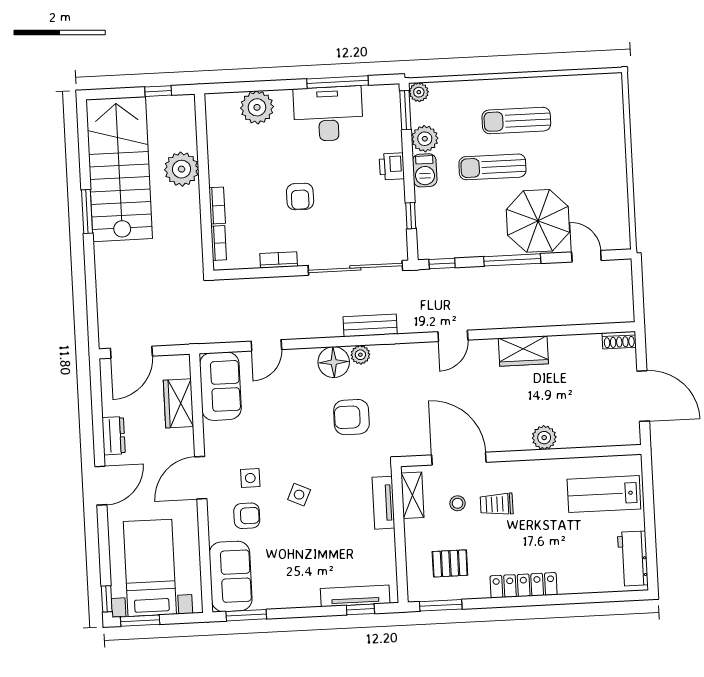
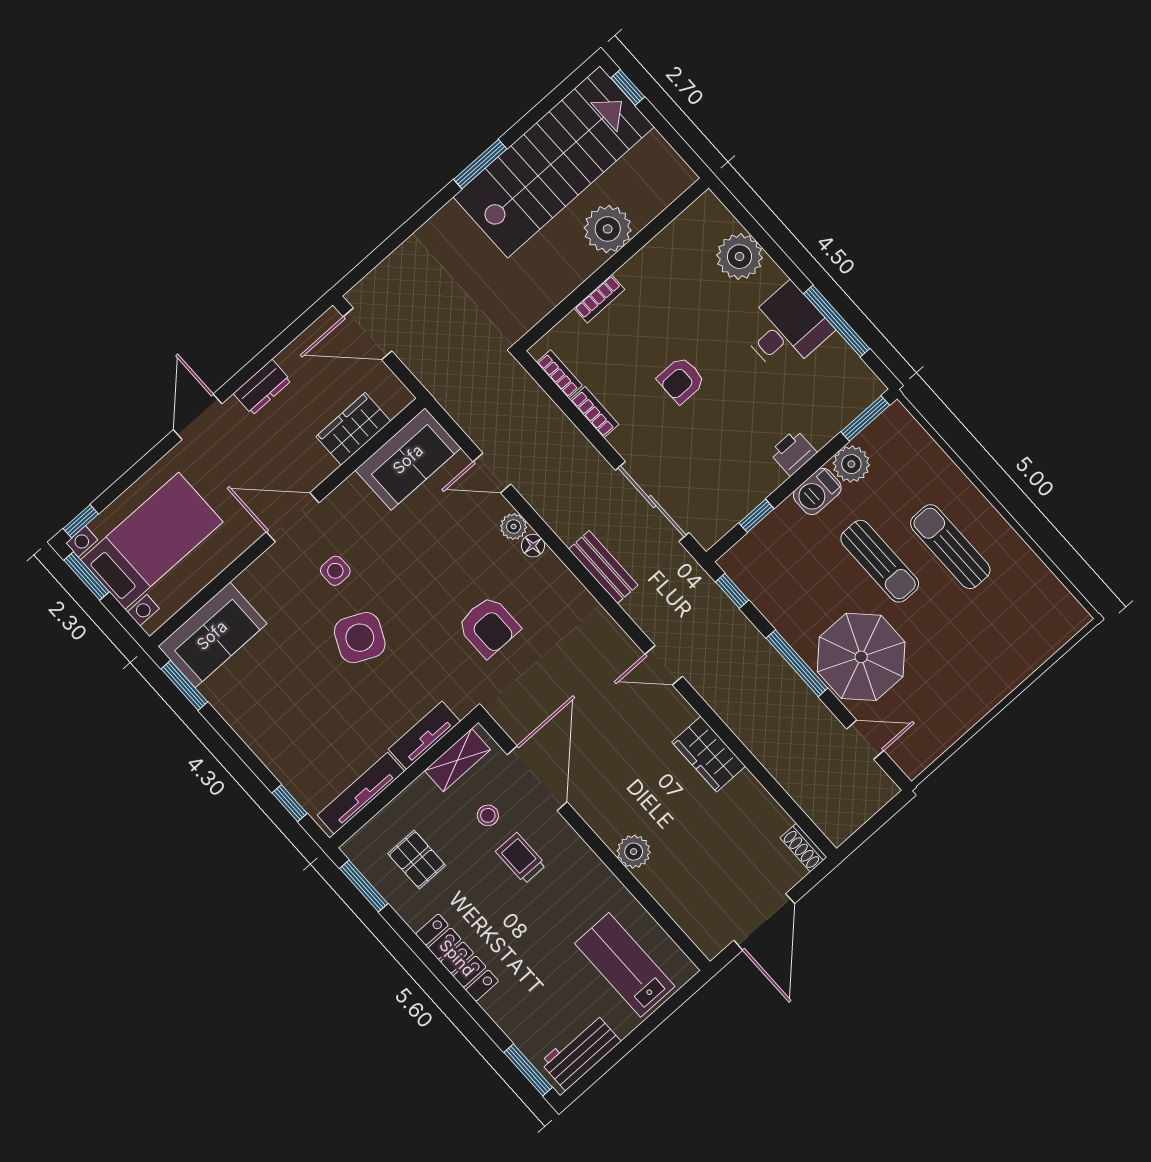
window: (158, 91) -> (628, 87), moved
plant: (419, 92) -> (896, 417), removed
desk: (328, 114) -> (786, 329), width x0.73
sun lounger: (492, 167) -> (880, 561), turned 180
bookcase: (219, 243) -> (559, 374), moved, turned -90
door: (586, 256) -> (865, 740), hinge flipped
sliding door: (355, 268) -> (652, 501), width x0.73
plant: (360, 355) -> (514, 527), moved
floor lamp: (334, 362) -> (533, 546), width x0.53, depth x0.53
armchair: (351, 417) -> (489, 627), turned 180
door: (101, 486) -> (198, 417), swing flipped
side table: (299, 495) -> (360, 638), width x1.87, depth x1.87
armchair: (247, 516) -> (292, 600), removed
tv unit: (355, 596) -> (361, 793), moved, turned -90
window: (619, 596) -> (528, 1070), added

